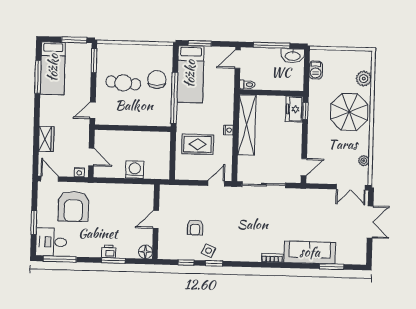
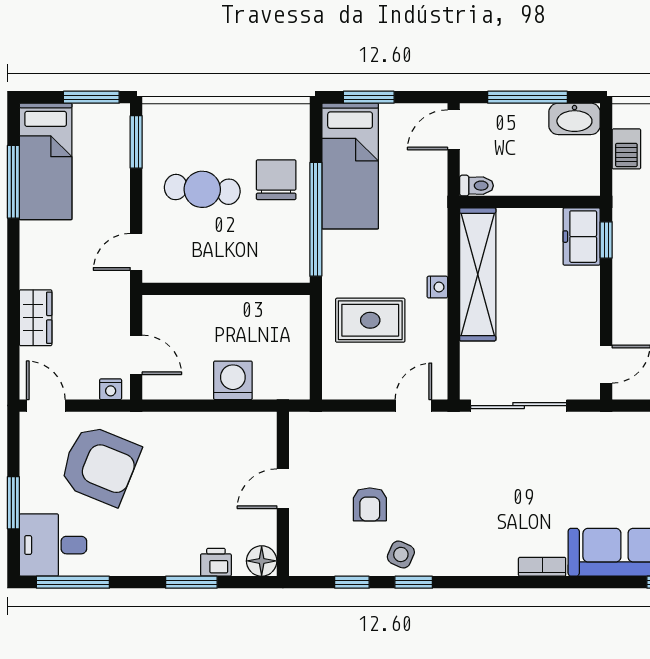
armchair: (73, 206) -> (100, 465), turned -68
printer: (109, 251) -> (216, 562), moved

